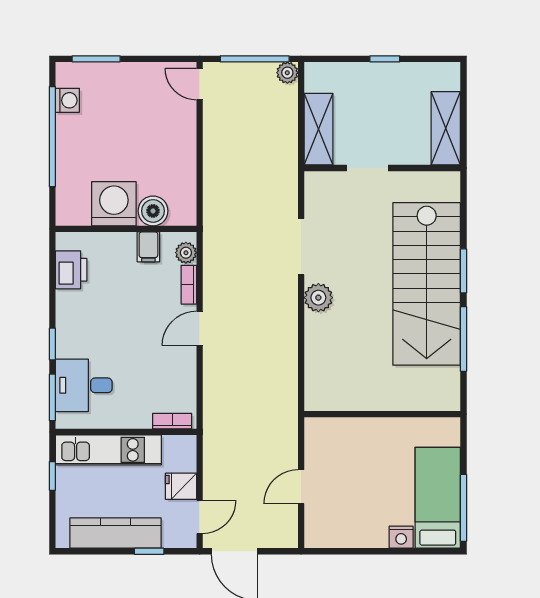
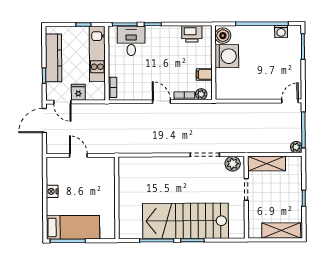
shelving: (446, 128) -> (281, 231), moved
boiler: (153, 211) -> (223, 36), moved
plant: (318, 298) -> (233, 164), moved
nightstand: (401, 537) -> (52, 191), moved

